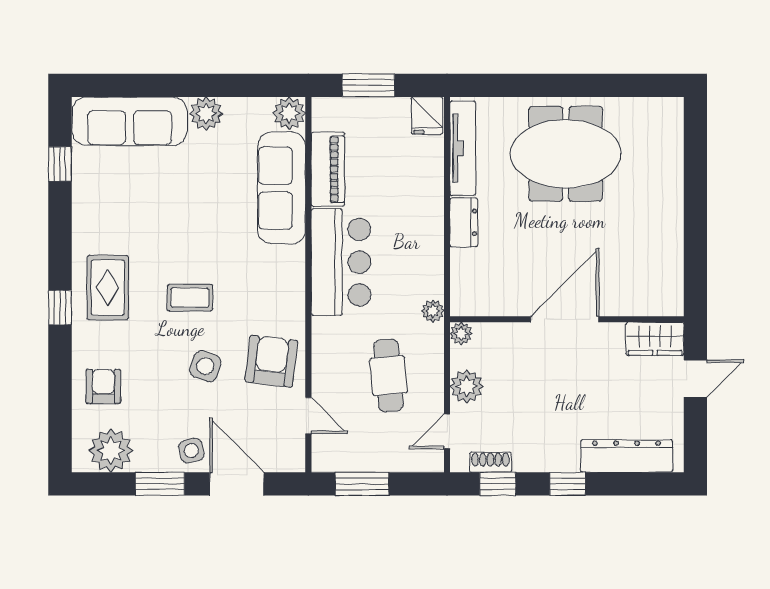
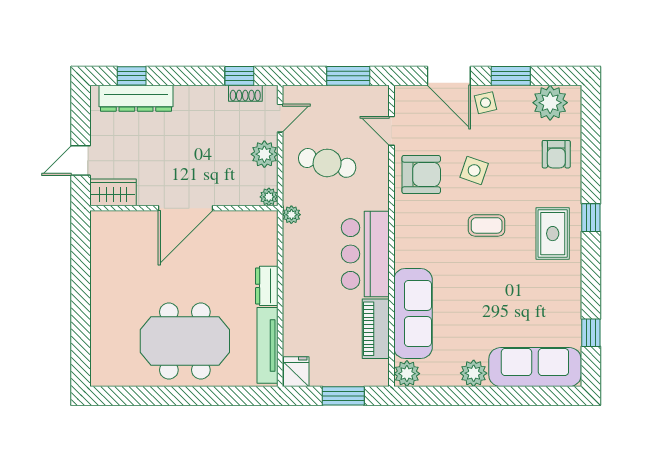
armchair: (271, 361) -> (421, 174), turned -97
cafe table: (389, 376) -> (327, 163), turned -71
window: (567, 484) -> (132, 76), moved

